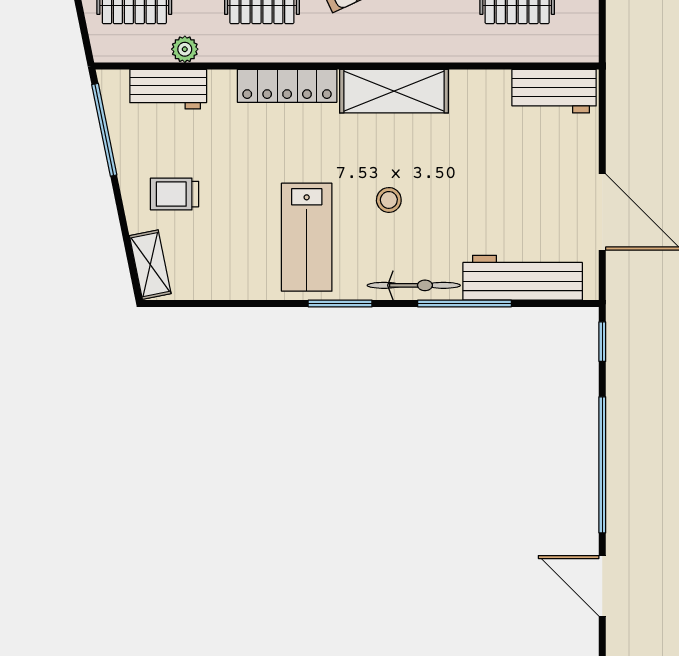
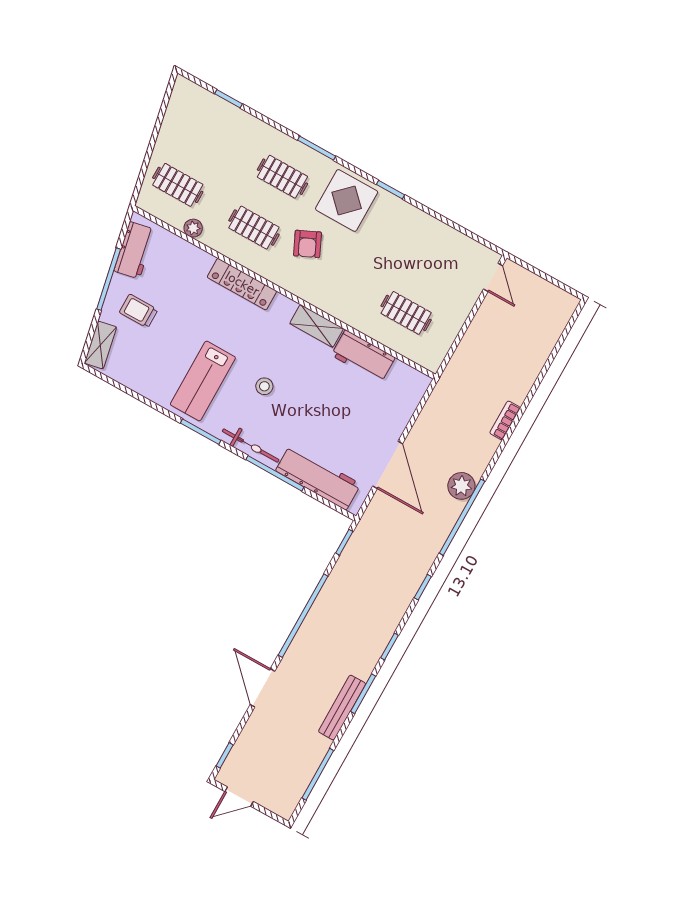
workbench: (168, 89) -> (135, 250), moved, turned -102
shelving: (394, 91) -> (317, 326), width x0.67, depth x0.75
workbench: (554, 91) -> (363, 356), moved
window: (104, 130) -> (109, 279), moved

